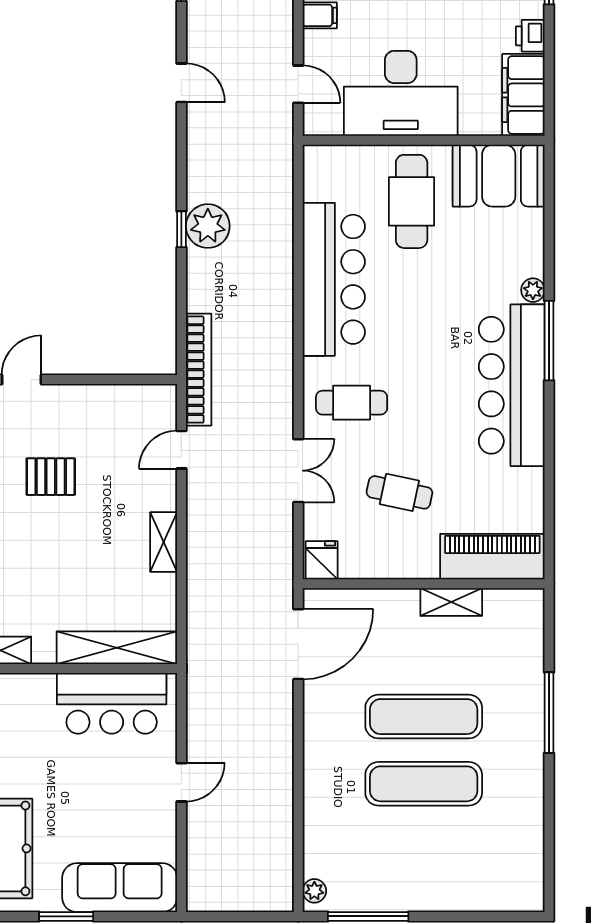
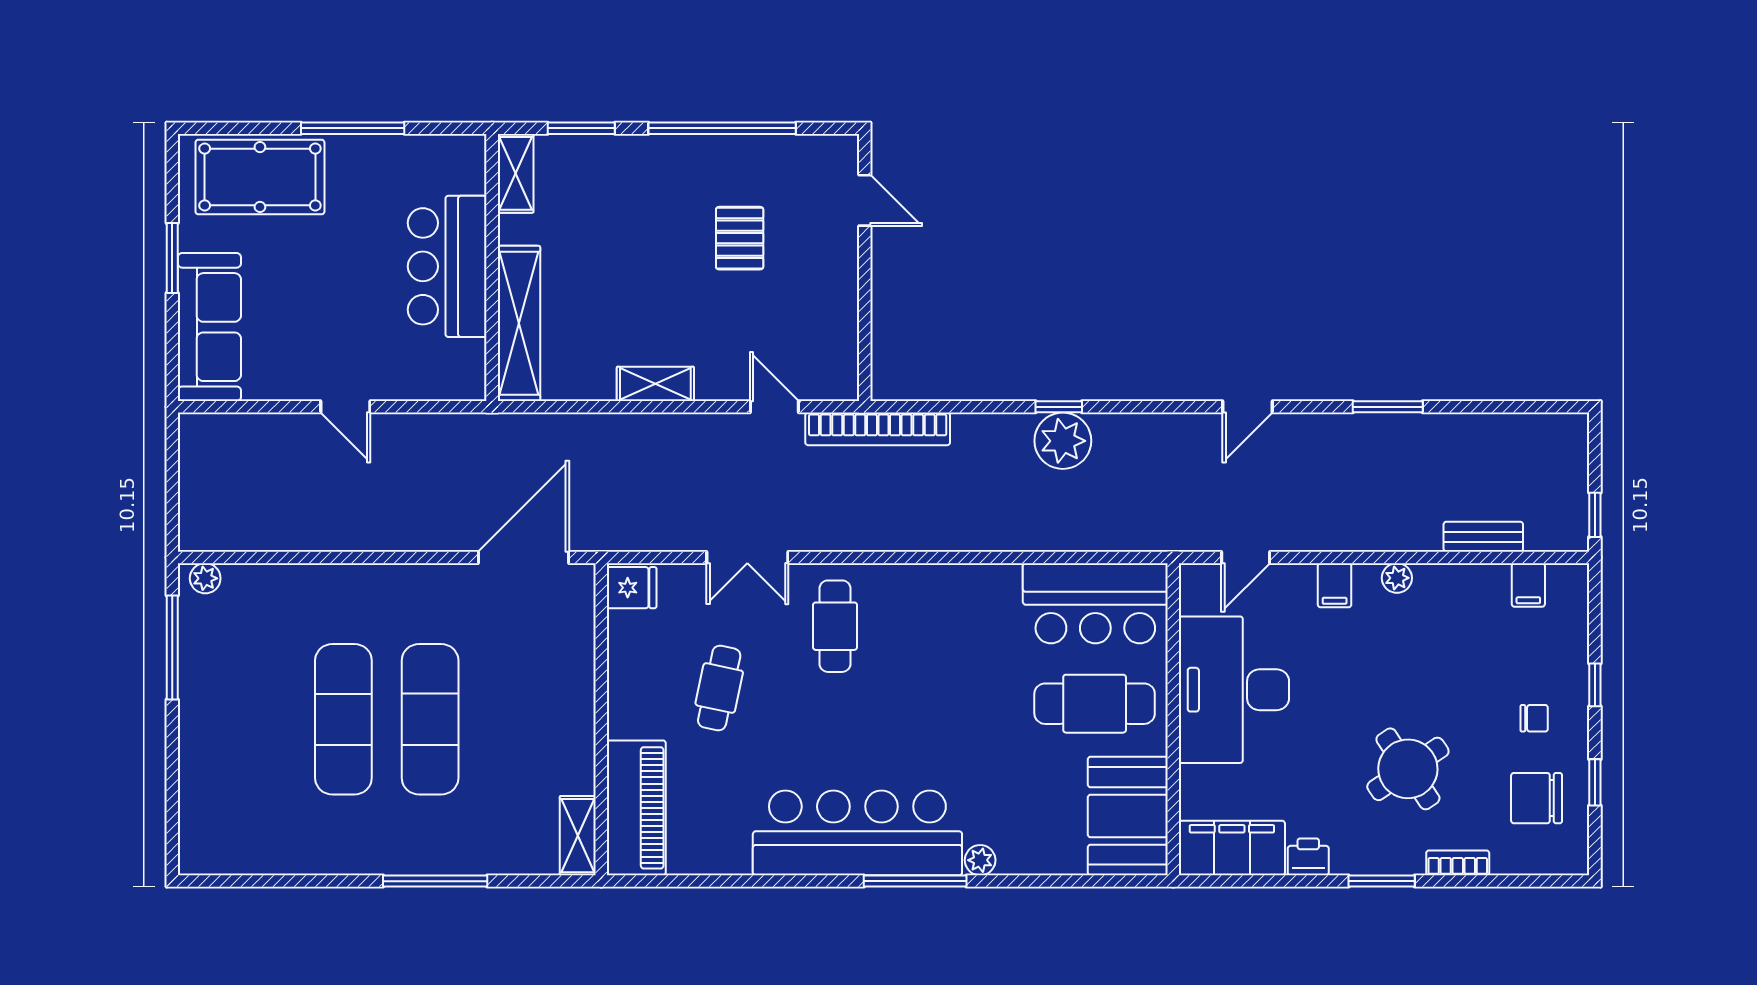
bar counter: (334, 279) -> (1095, 603), moved, width x0.73
shelving: (451, 602) -> (578, 836), moved
door: (298, 644) -> (524, 557), swing flipped
bar counter: (112, 703) -> (447, 266), moved

